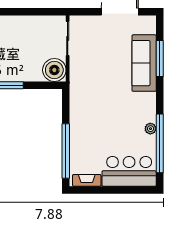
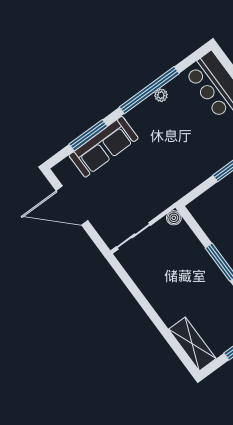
boiler: (54, 70) -> (174, 218), width x0.54, depth x0.54
window: (160, 143) -> (149, 90), moved

